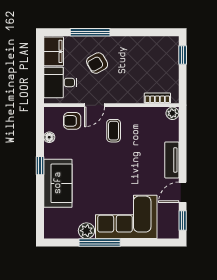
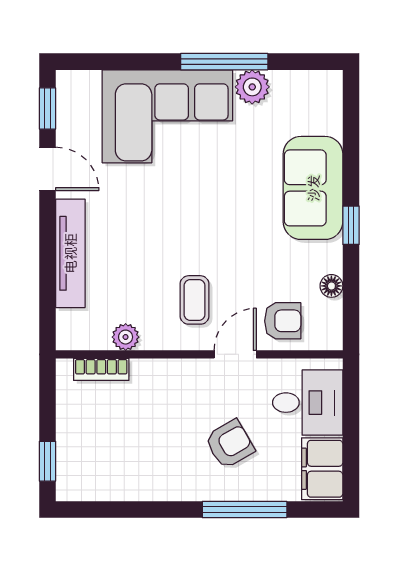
plant: (172, 113) -> (126, 337), moved
tv unit: (172, 160) -> (70, 253), width x1.41
door: (183, 192) -> (47, 169), hinge flipped

